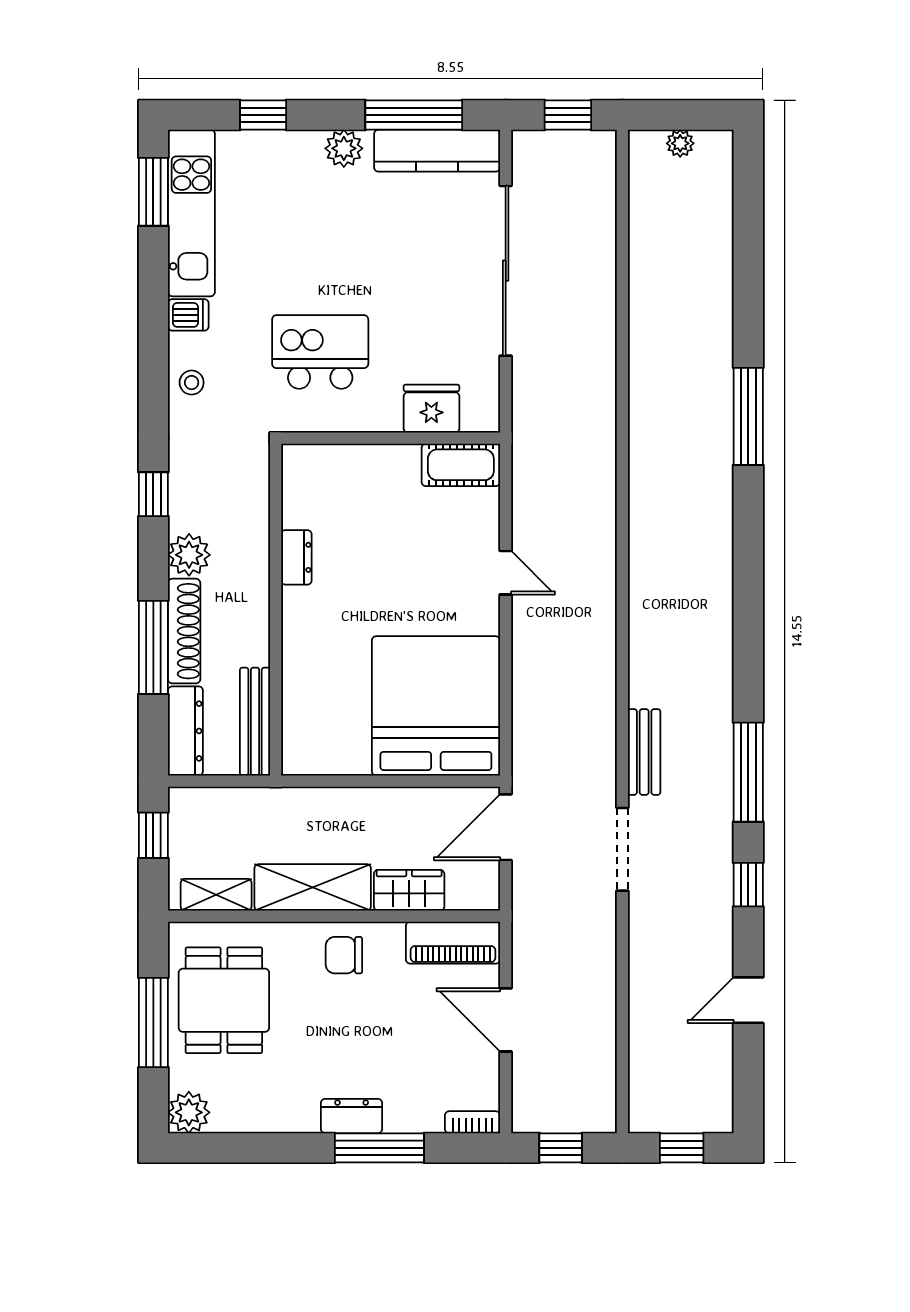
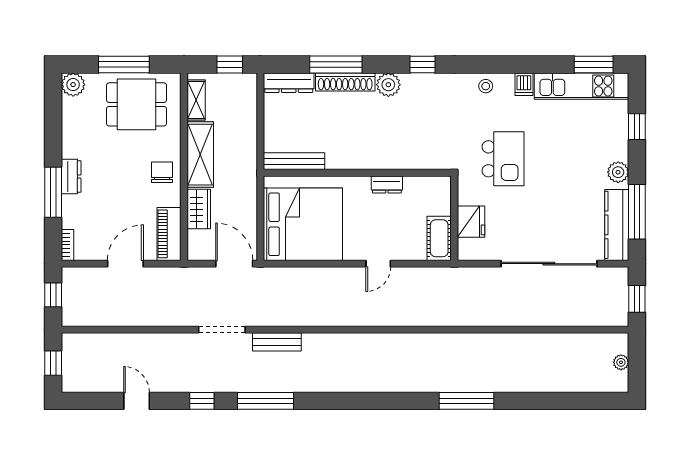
dresser: (296, 557) -> (387, 185), moved
wall: (276, 610) -> (357, 173), moved
bench: (255, 722) -> (294, 161), moved

